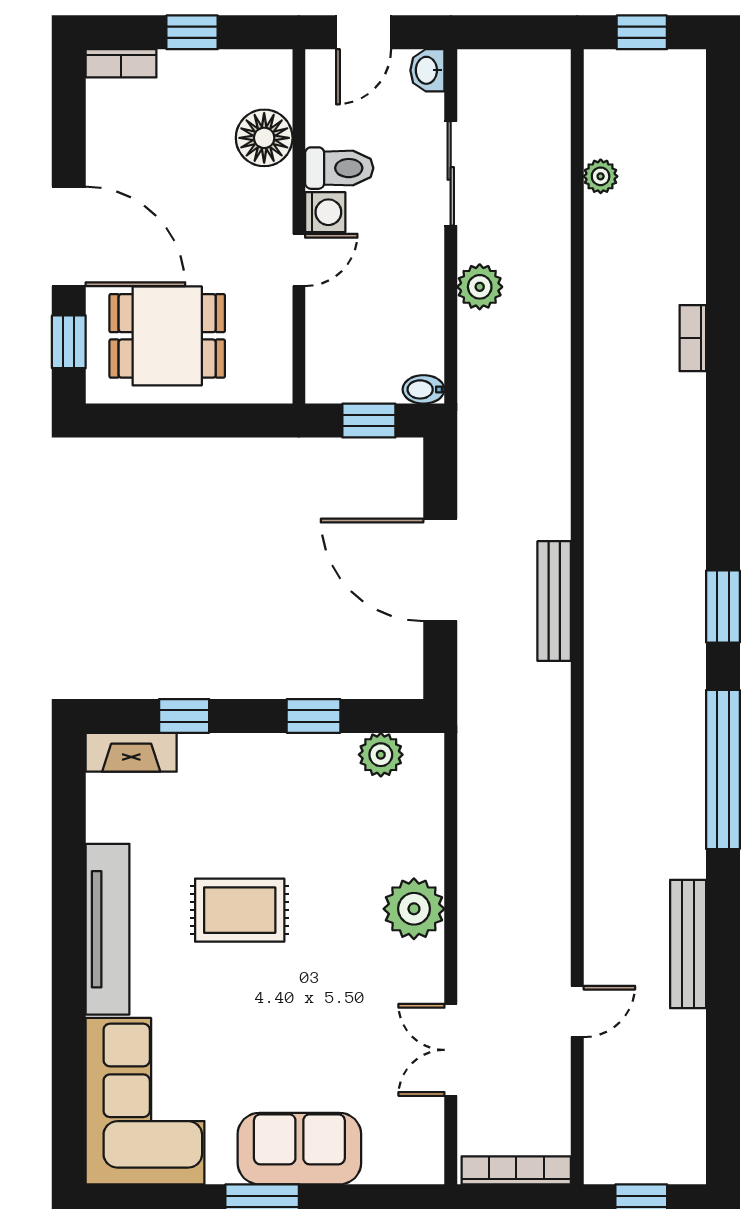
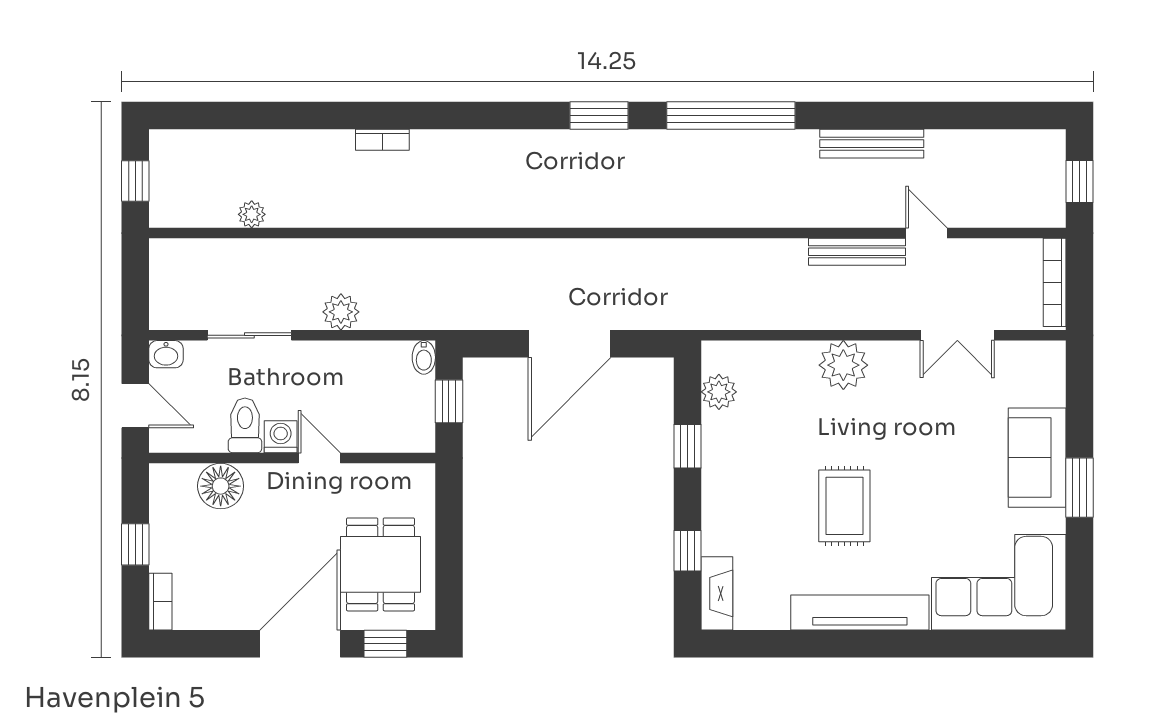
bench: (554, 601) -> (857, 252), moved

